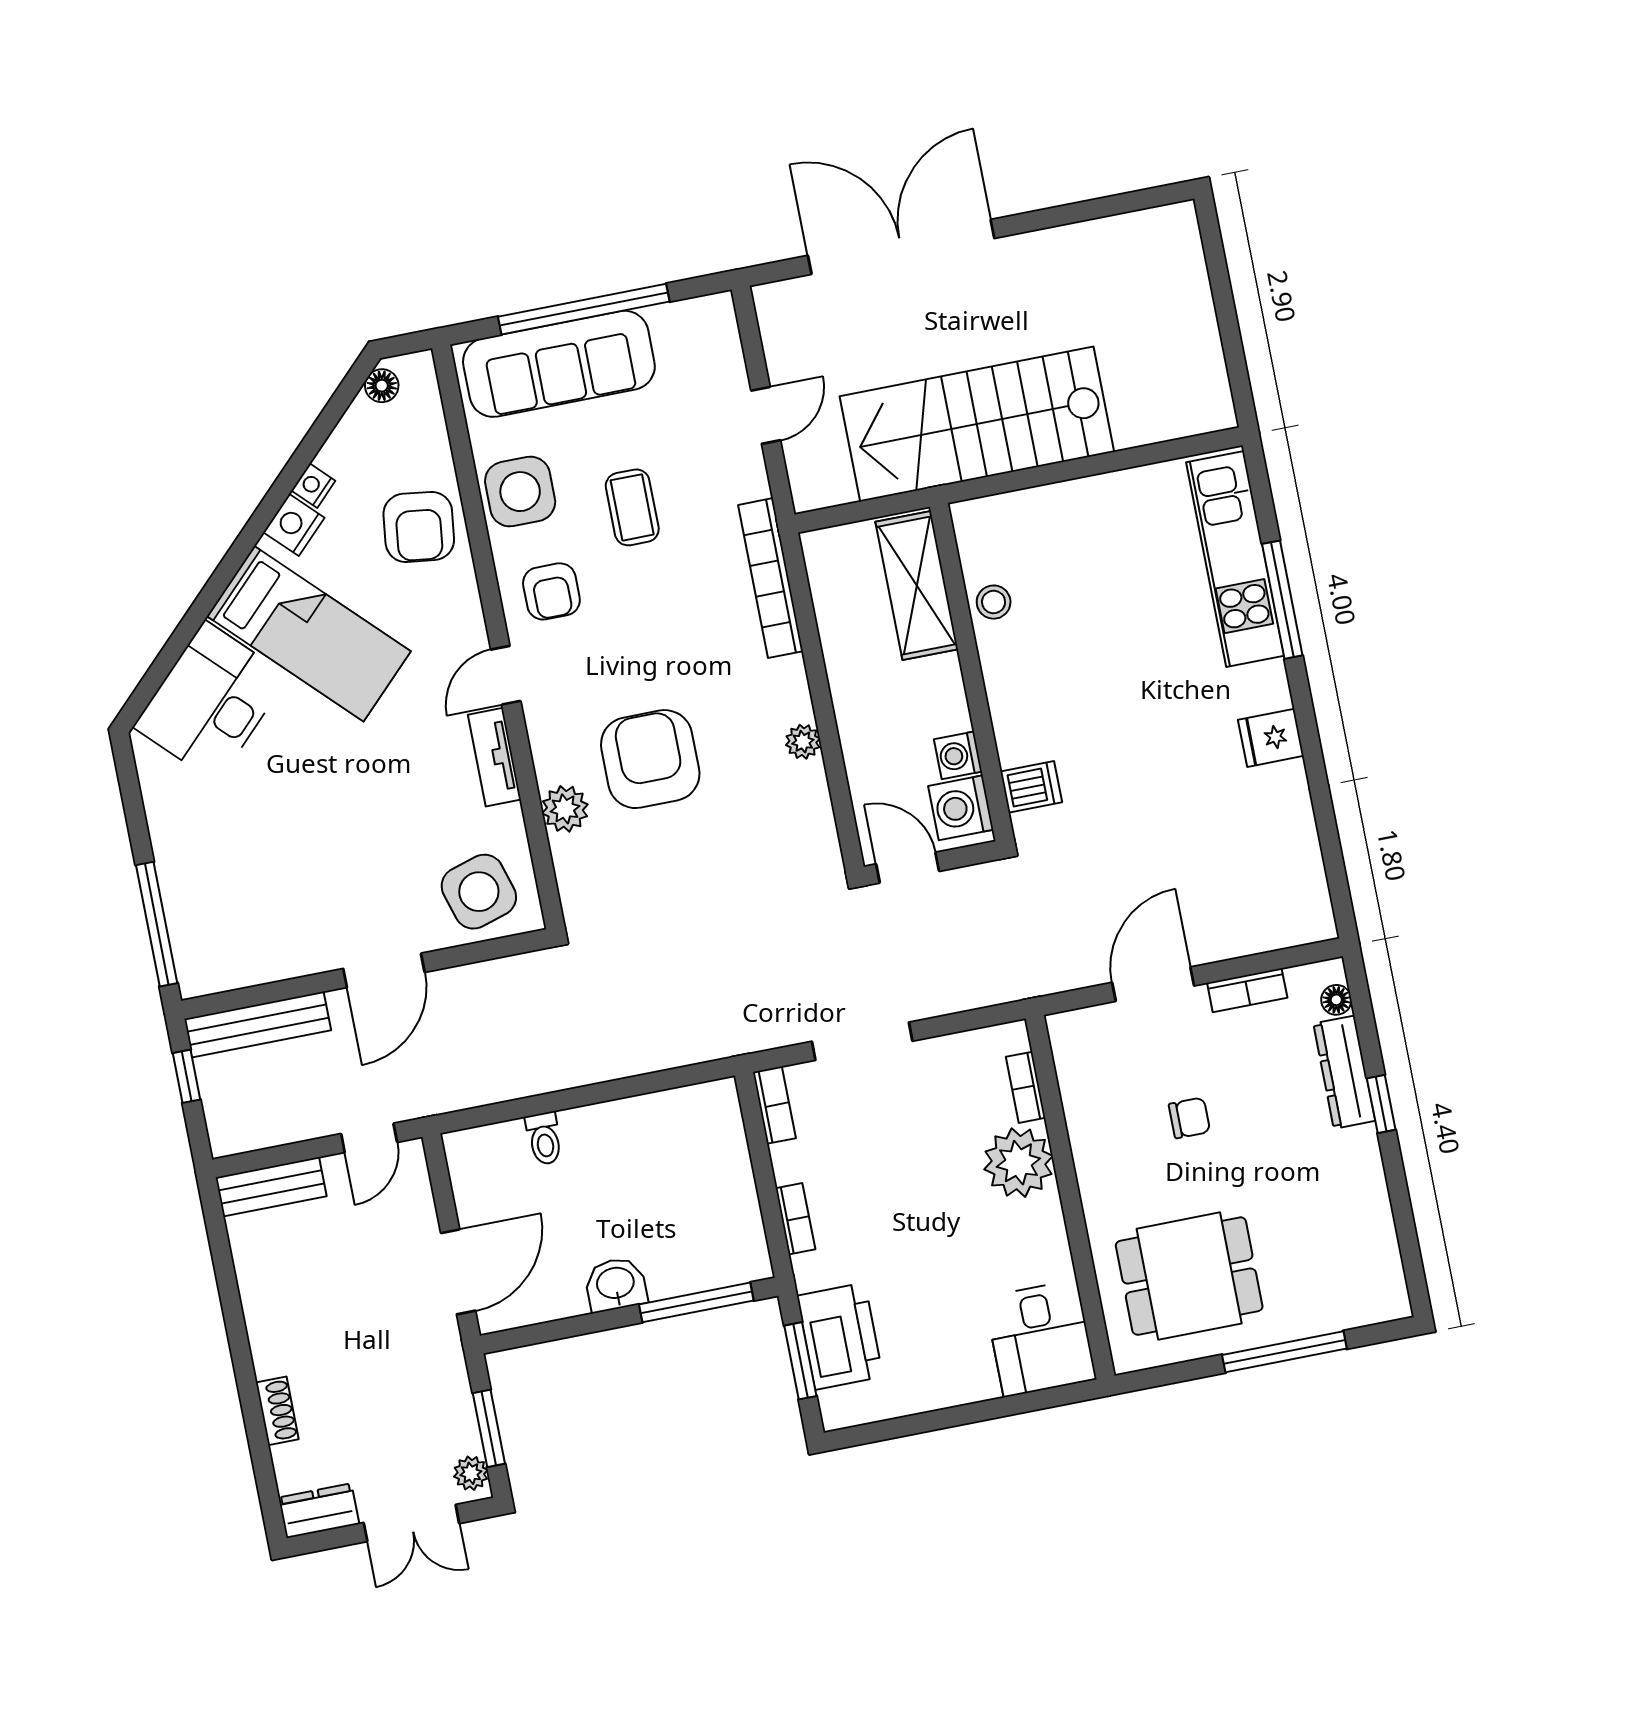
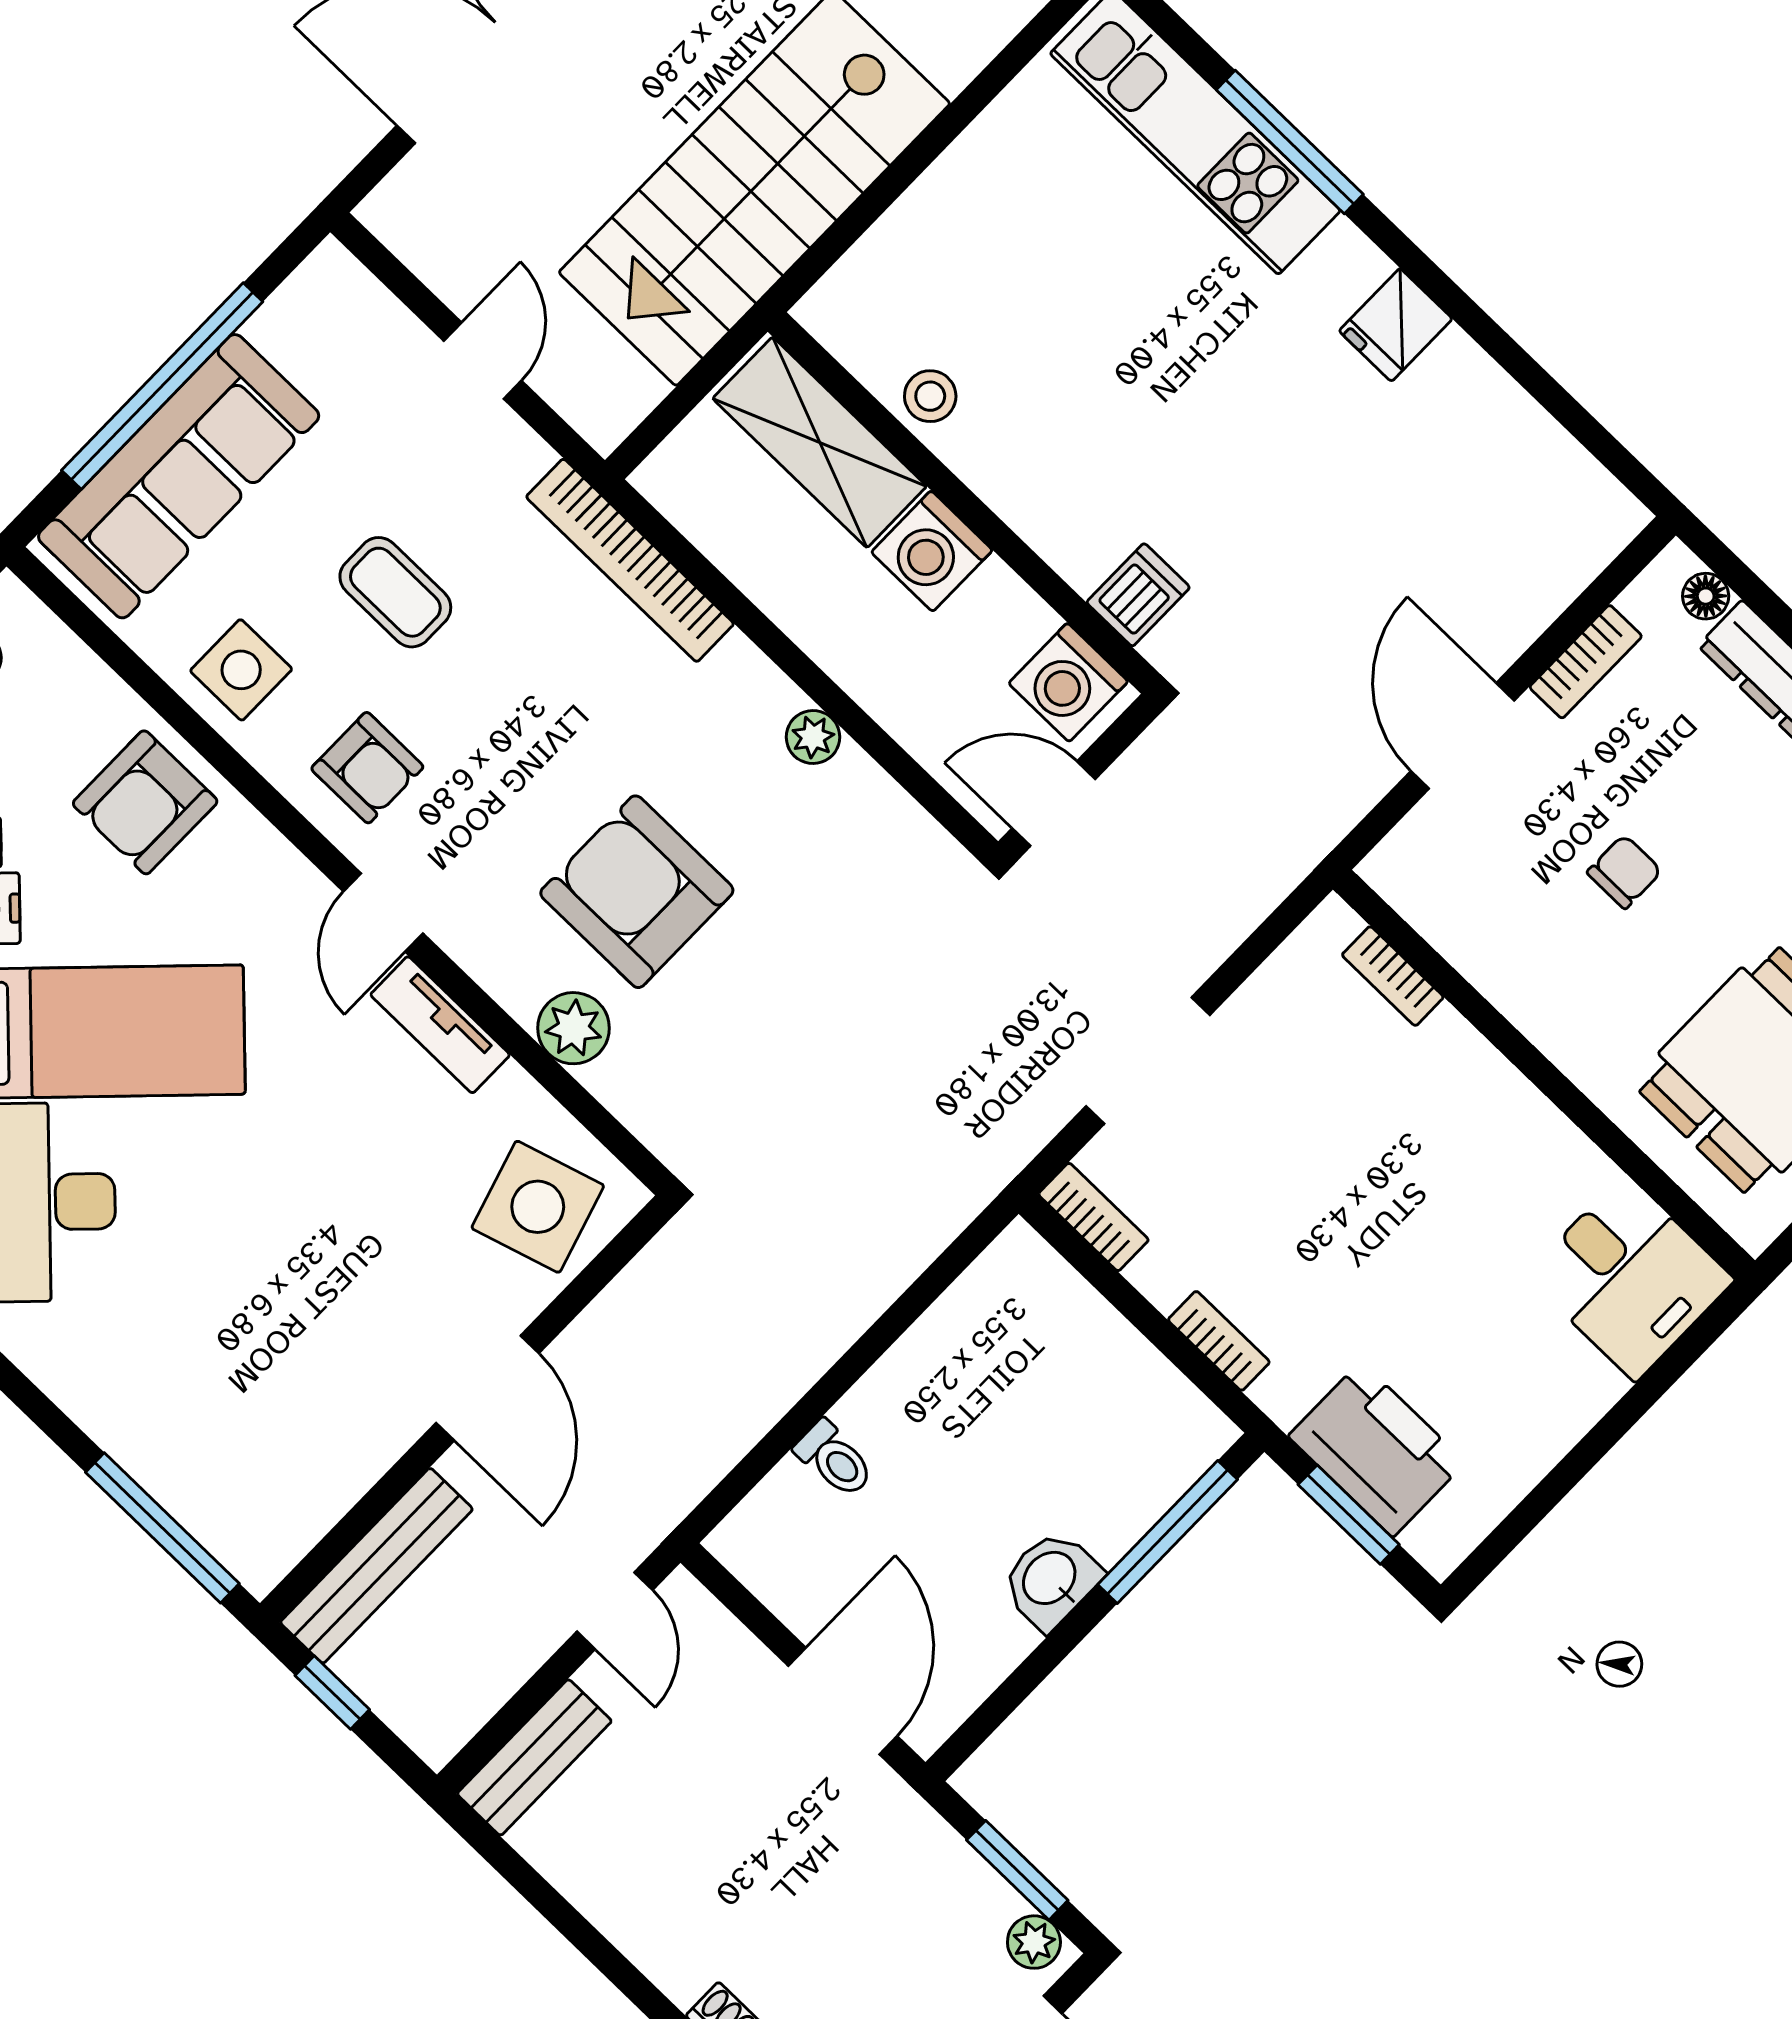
side table: (520, 492) -> (241, 670), width x0.73, depth x0.73
armchair: (419, 527) -> (145, 802), turned 83
washing machine: (958, 755) -> (932, 551), moved, width x1.38, depth x1.38
plant: (1018, 1163) -> (1449, 1077), removed

